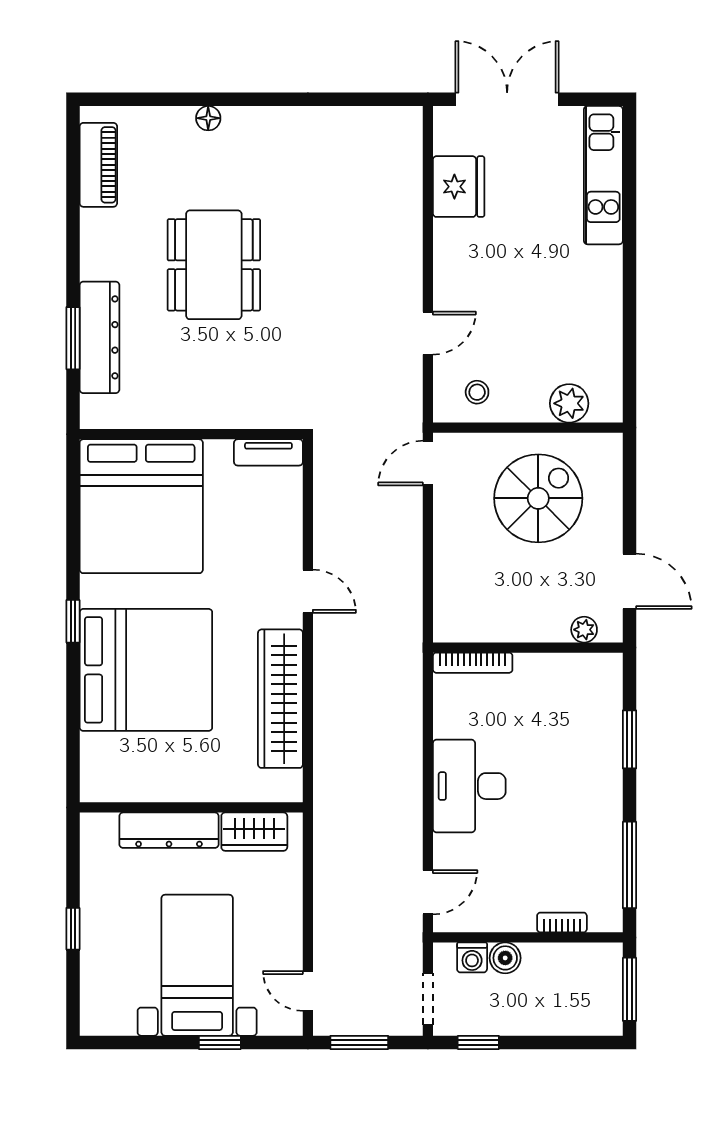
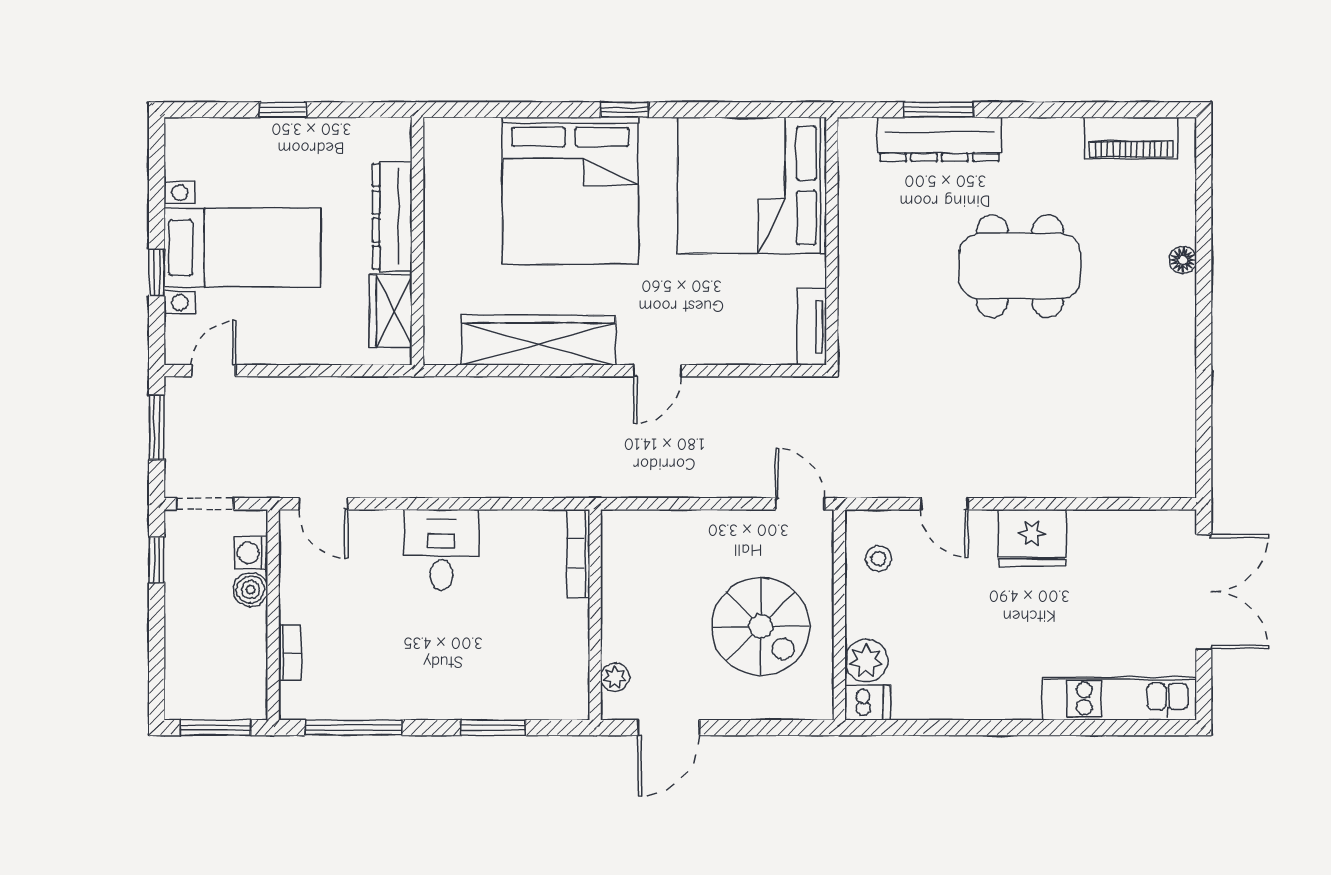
fridge: (459, 187) -> (1032, 538), moved
dishwasher: (607, 402) -> (868, 703), added
desk: (469, 786) -> (441, 550), width x0.73

